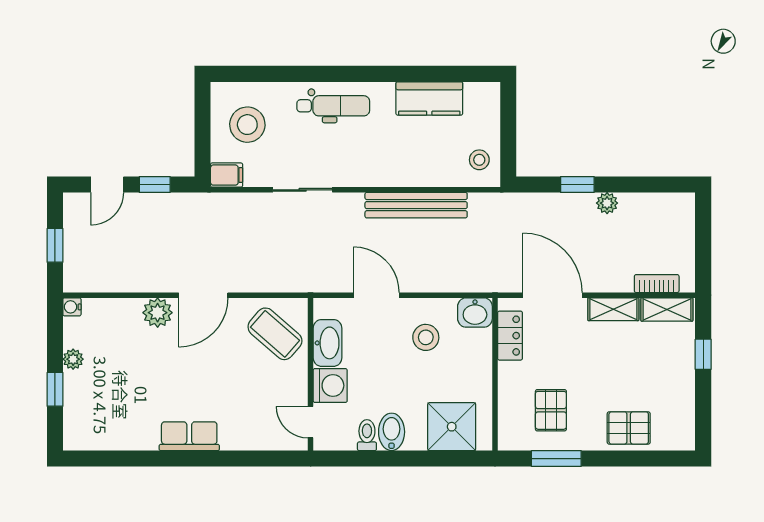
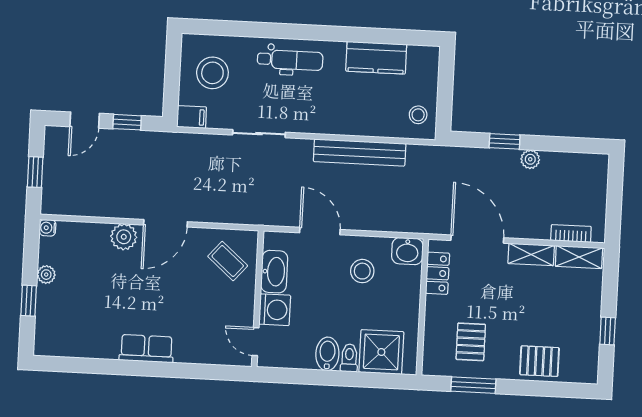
coffee table: (275, 334) -> (228, 261), width x0.73, depth x0.77
window: (703, 354) -> (608, 331), moved
toilet: (367, 435) -> (349, 358), moved

